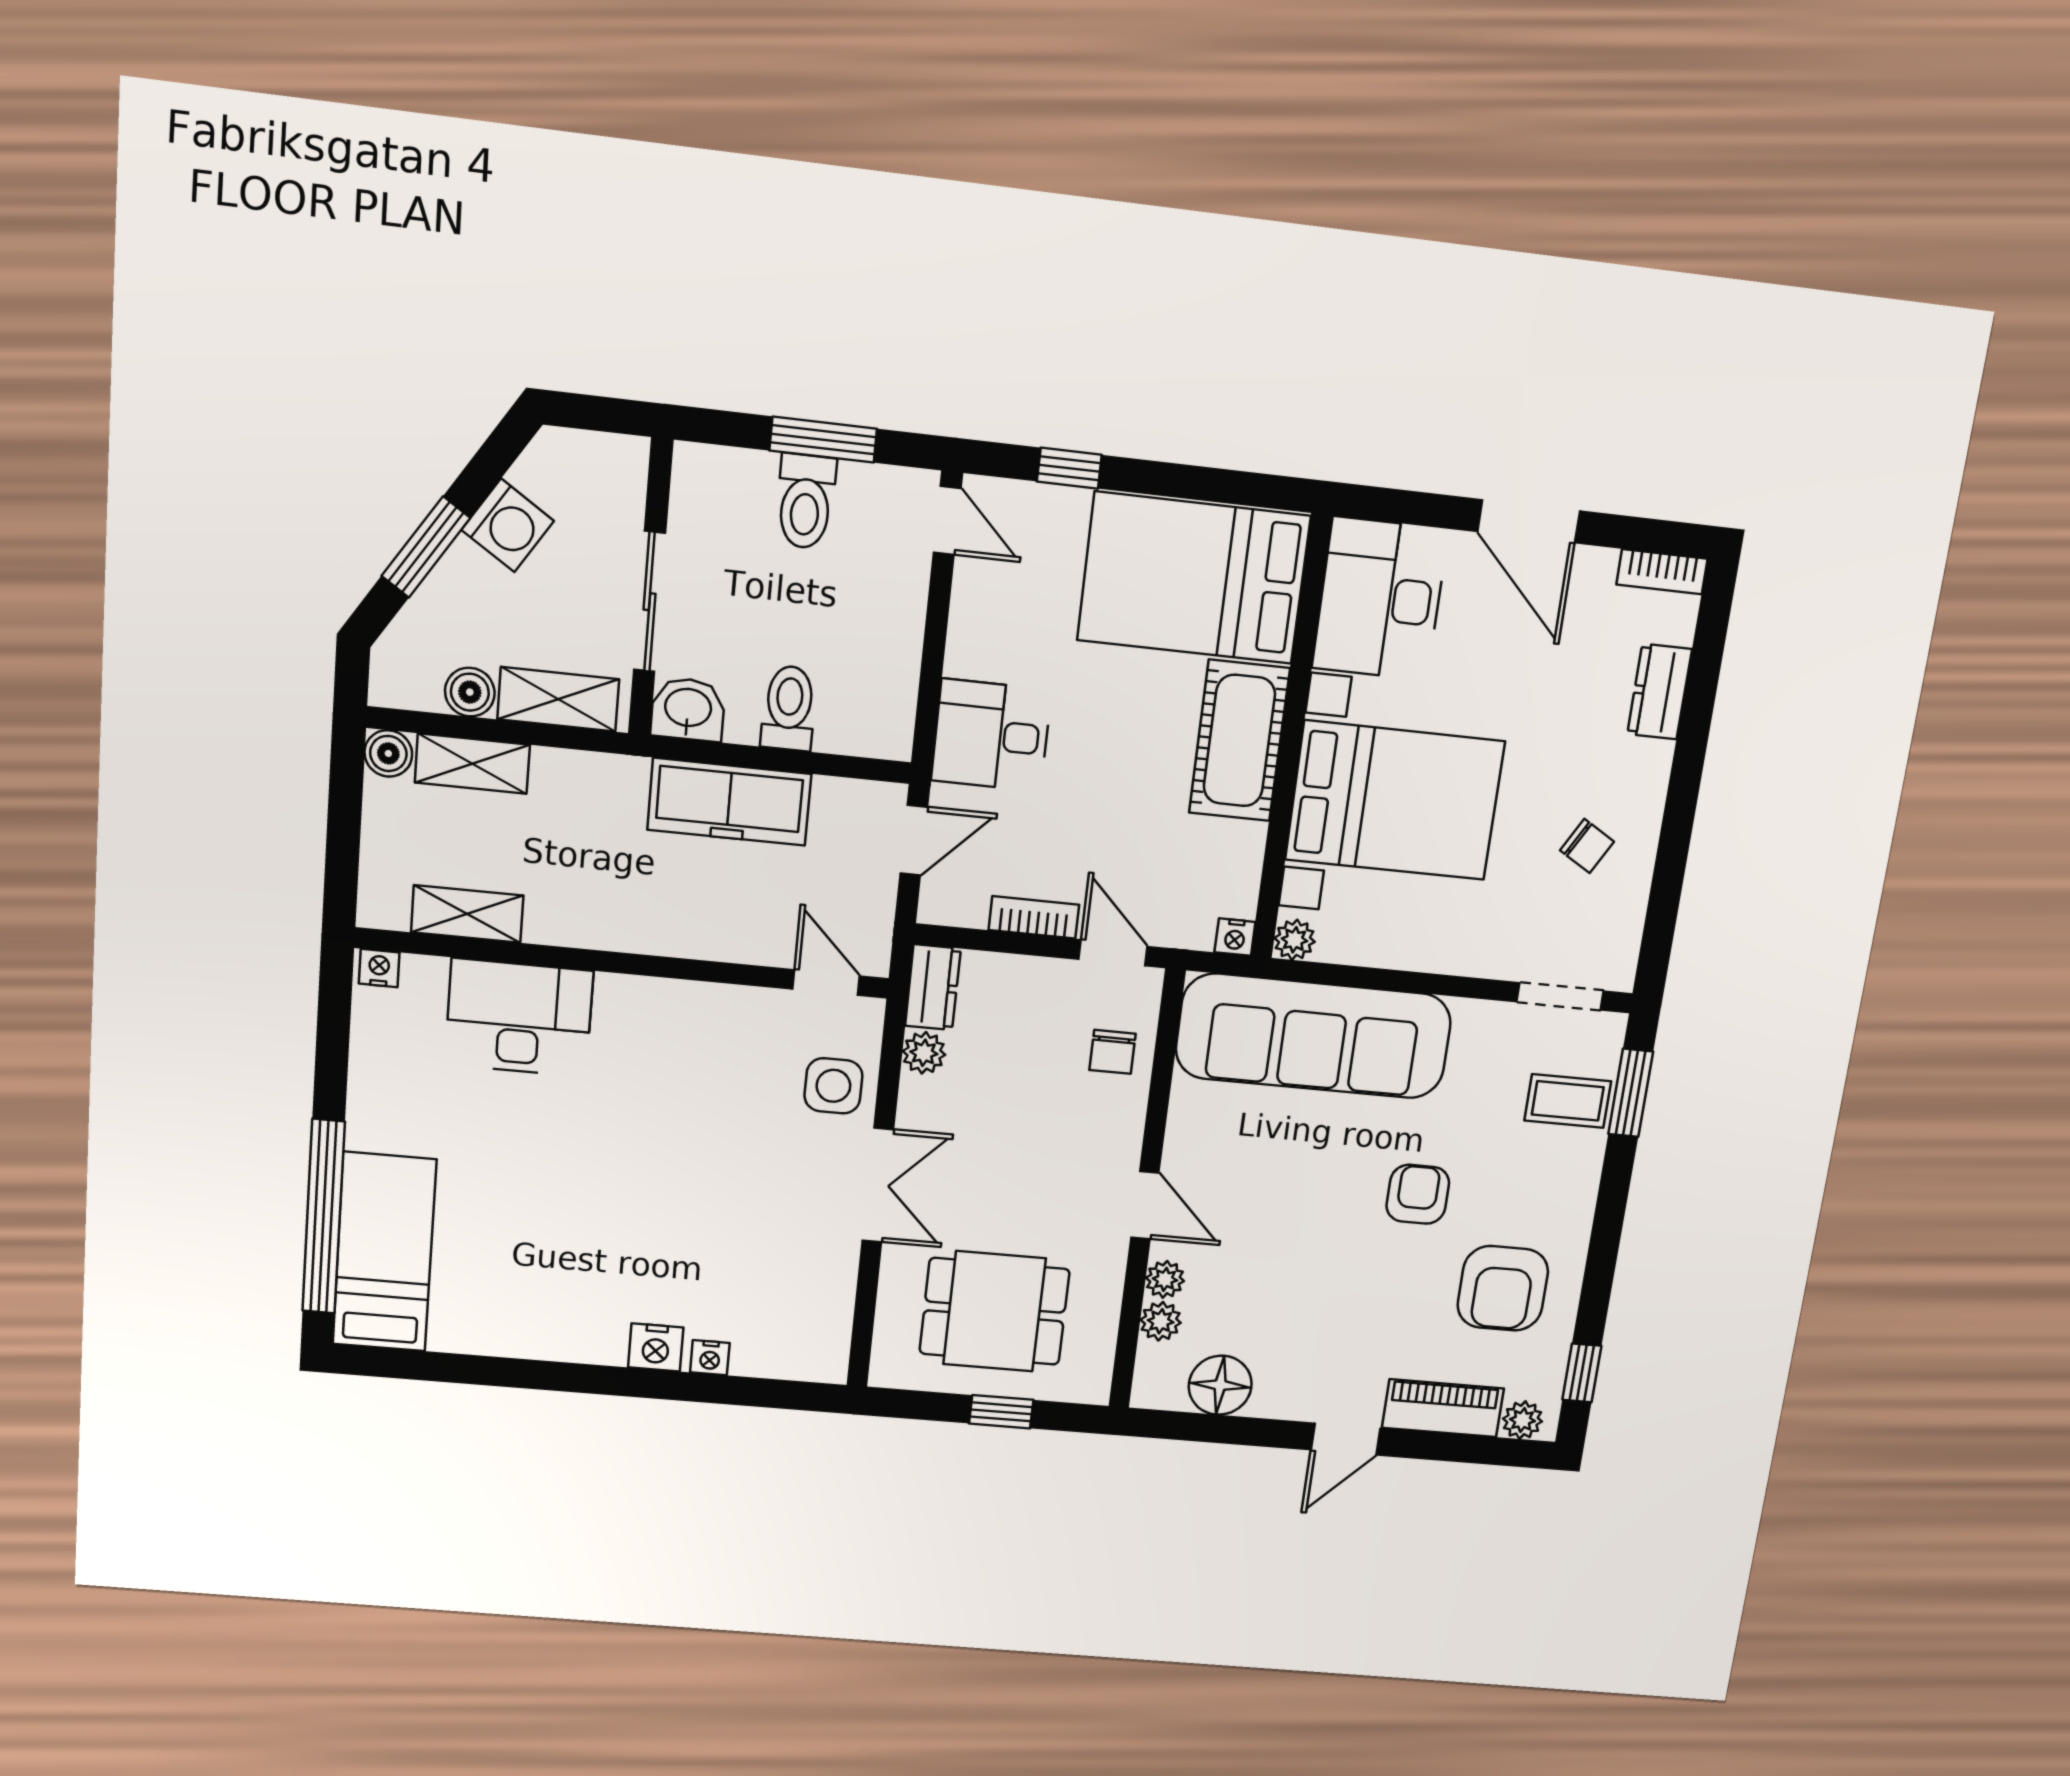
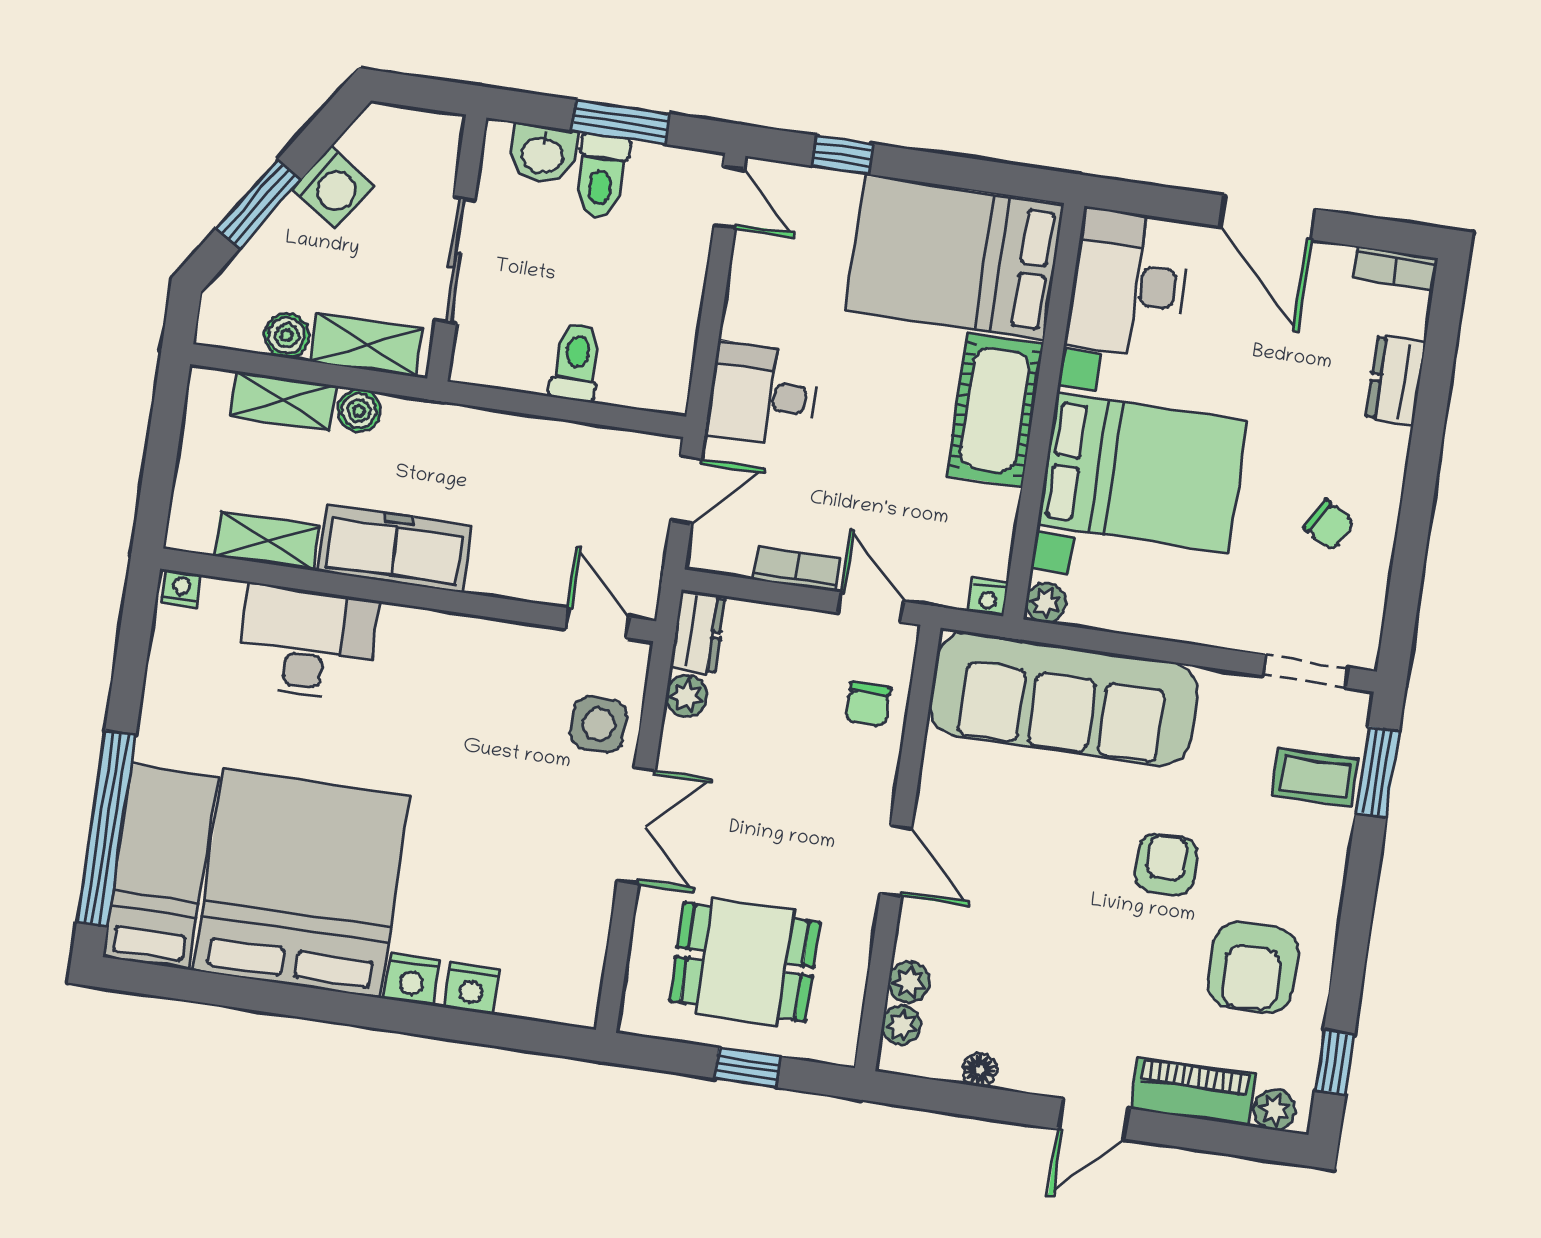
washbasin: (688, 709) -> (543, 154), moved, turned 180
boiler: (388, 753) -> (359, 411), moved
freezer: (729, 802) -> (395, 548), moved, turned 180
bed: (534, 1260) -> (302, 883), added
plant: (1165, 1279) -> (901, 1025), moved
nightstand: (710, 1358) -> (472, 988), width x1.39, depth x1.35
floor lamp: (1220, 1385) -> (980, 1070), width x0.53, depth x0.53

